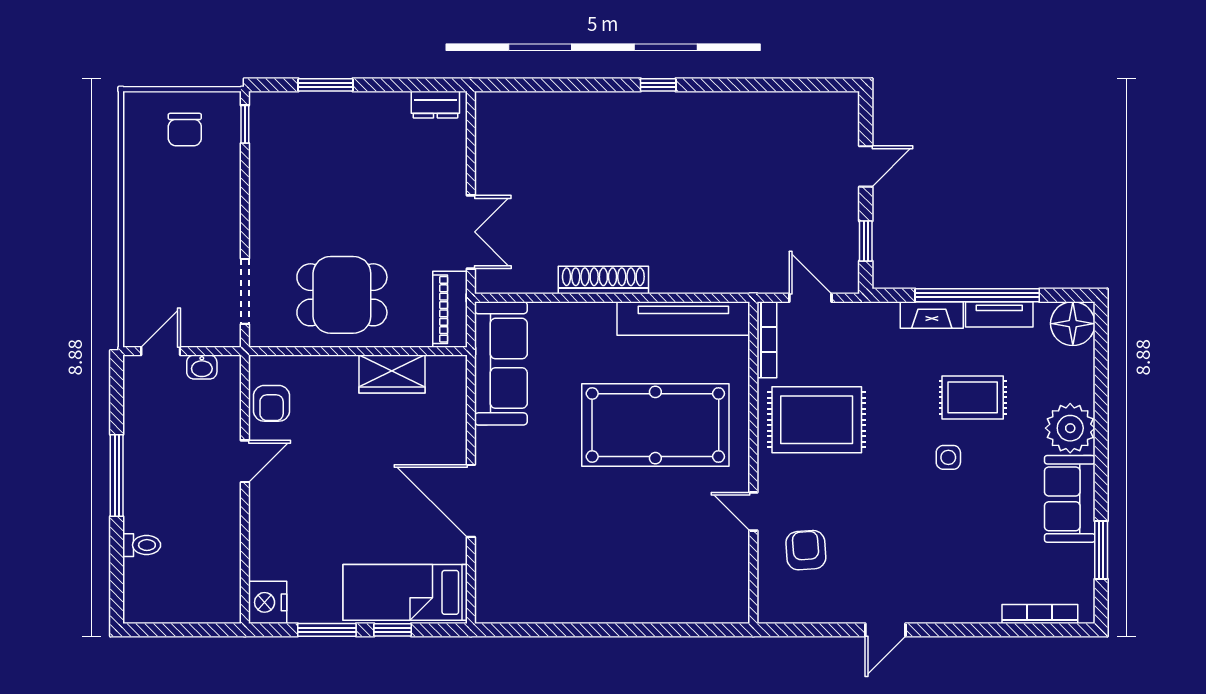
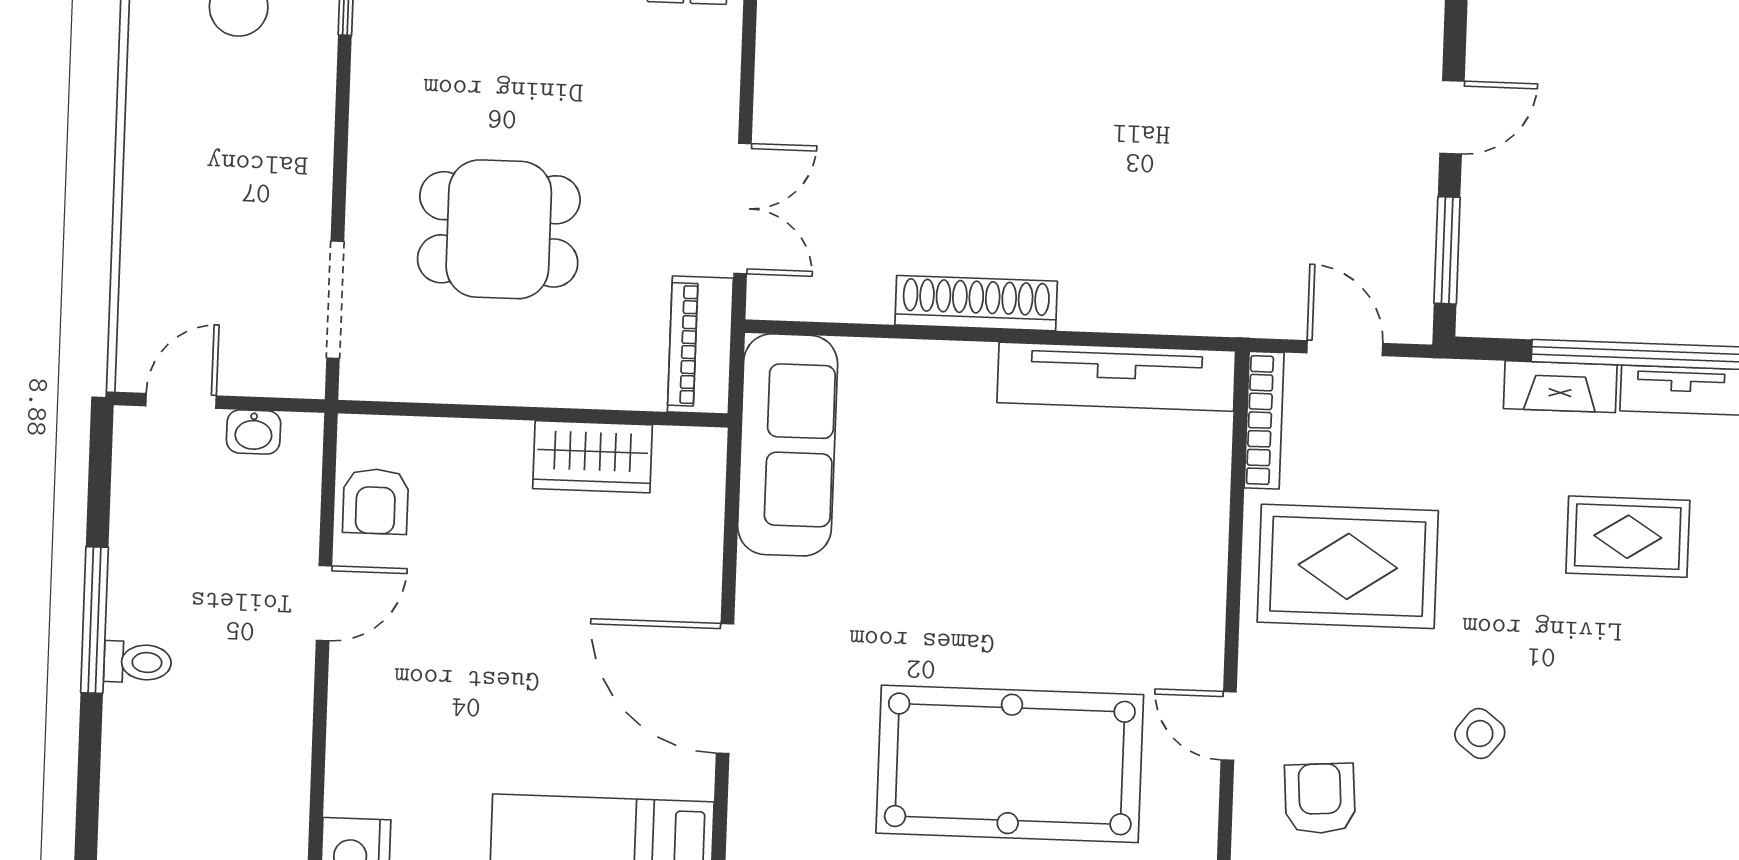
window: (866, 241) -> (1447, 250), width x1.50
dining table: (342, 295) -> (499, 229), moved
pool table: (655, 425) -> (1010, 764), moved
side table: (948, 457) -> (1480, 734), moved, turned 38
toilet: (142, 545) -> (138, 662), moved

